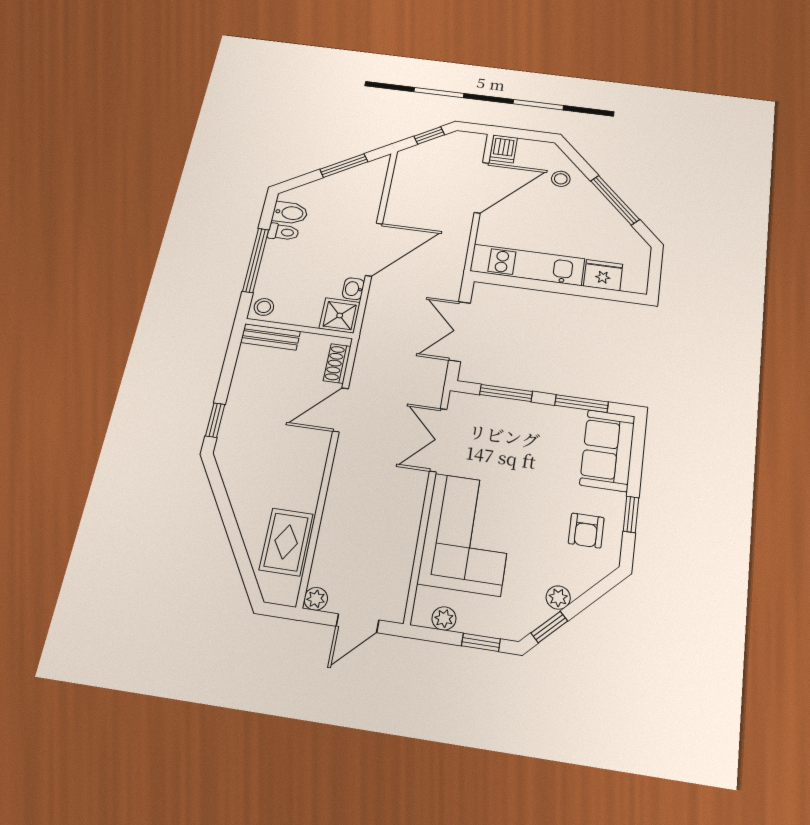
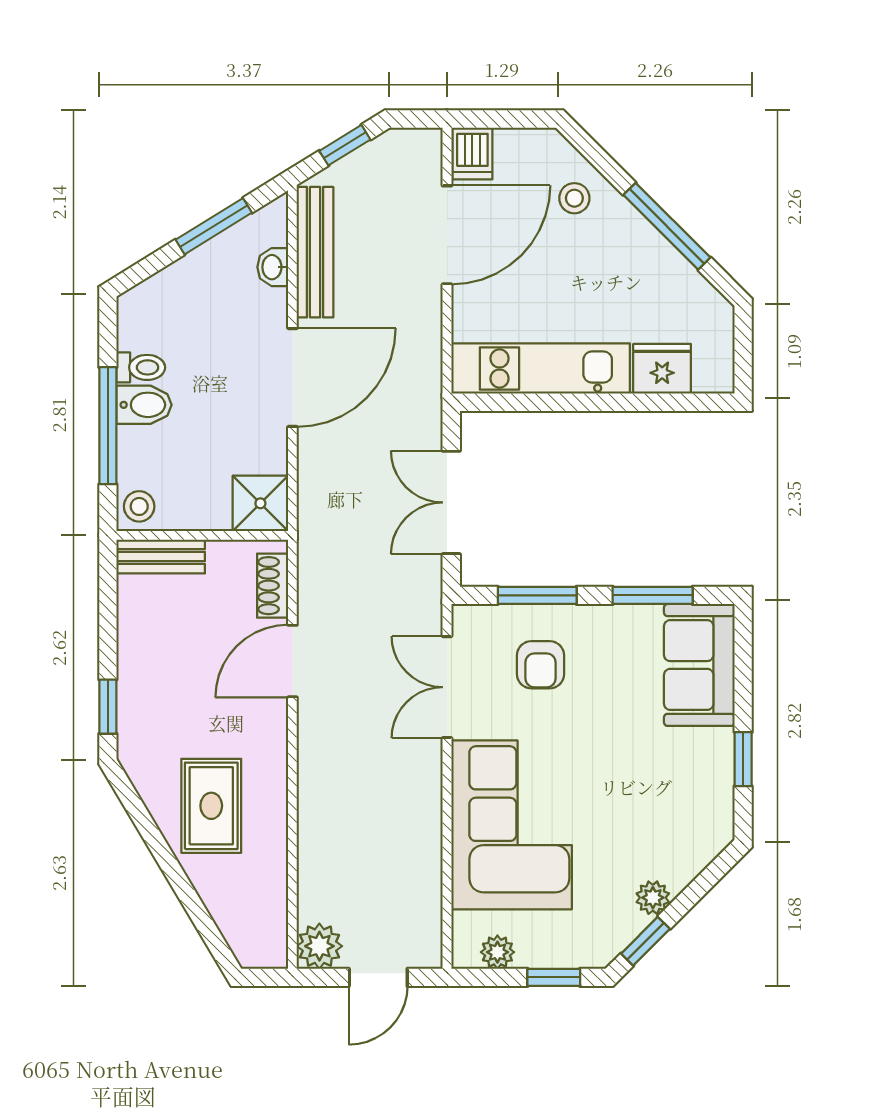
bench: (401, 186) -> (315, 252), added
bidet: (290, 213) -> (144, 405), moved
washbasin: (353, 289) -> (273, 267), moved
armchair: (586, 531) -> (541, 665), moved
rug: (286, 542) -> (211, 806), moved
plant: (316, 599) -> (319, 946), width x1.38, depth x1.38

